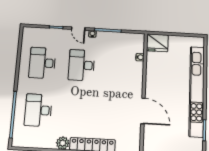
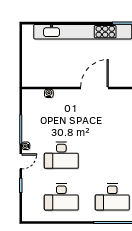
fridge: (157, 43) -> (32, 75), removed
door: (143, 111) -> (95, 88), moved

